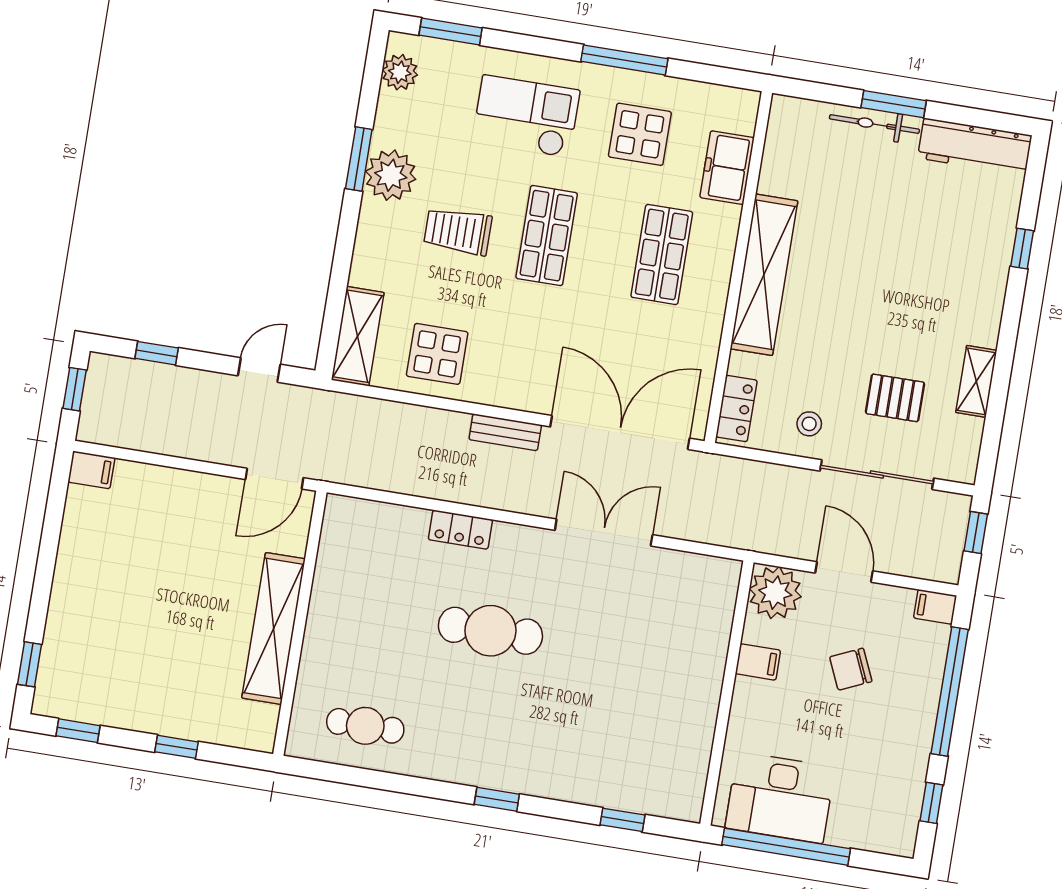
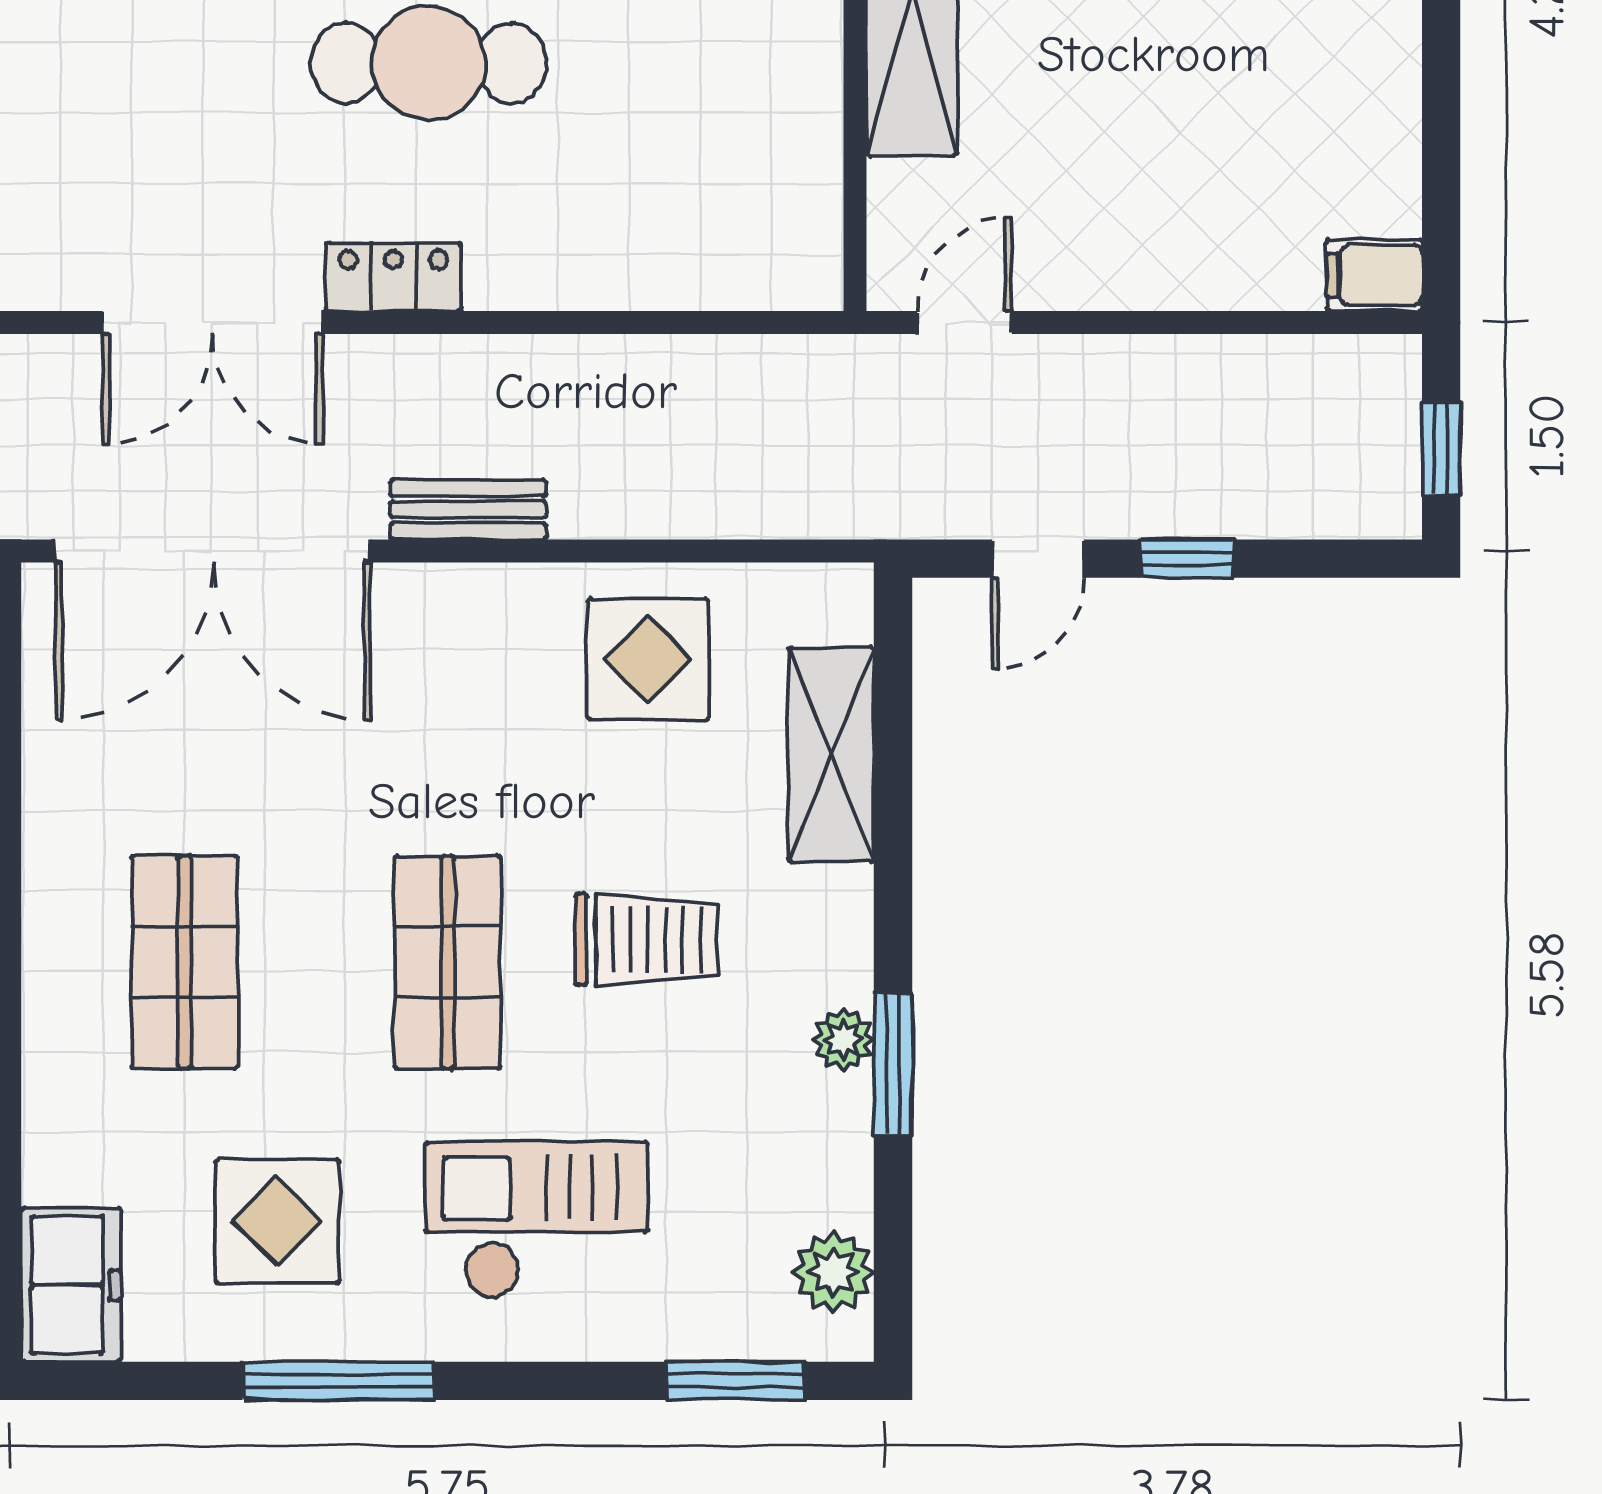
checkout: (526, 116) -> (537, 1220), turned 180
freezer: (727, 168) -> (71, 1285), moved
plant: (391, 175) -> (843, 1040), width x0.53, depth x0.53
shelving: (358, 336) -> (831, 755), moved
window: (157, 353) -> (1187, 559), moved
door: (274, 479) -> (964, 323), width x0.73
locker: (460, 530) -> (394, 277), moved

